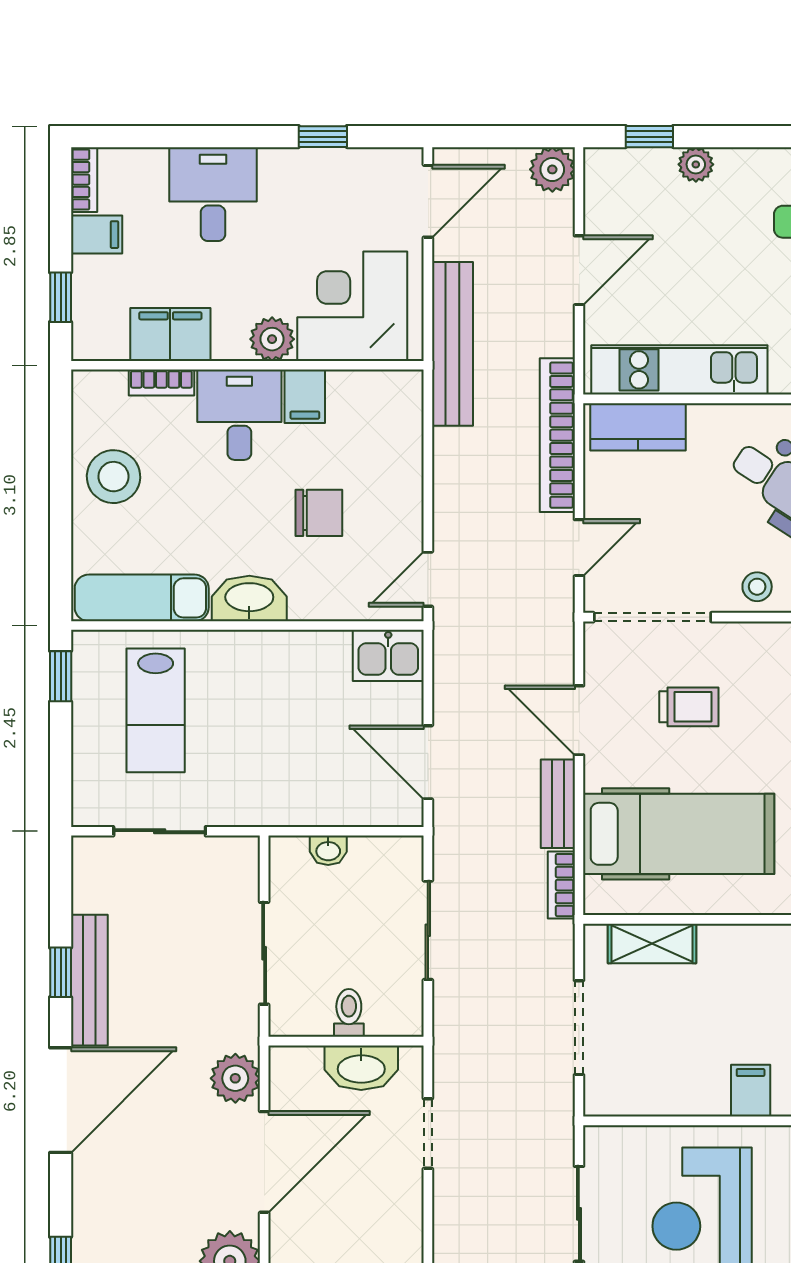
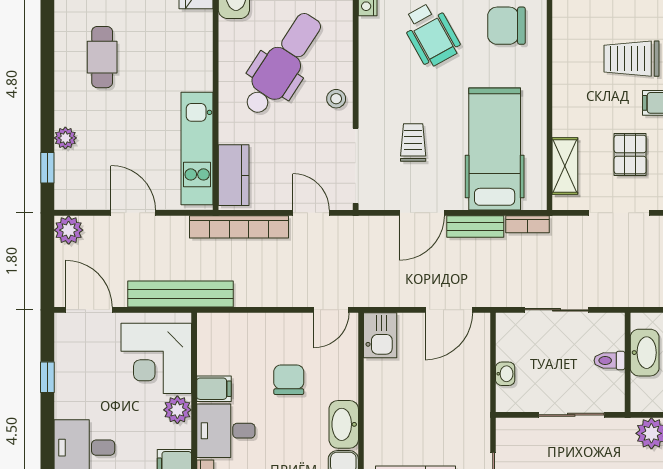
door: (428, 579) -> (331, 310), hinge flipped
pallet: (670, 1045) -> (630, 154), added

